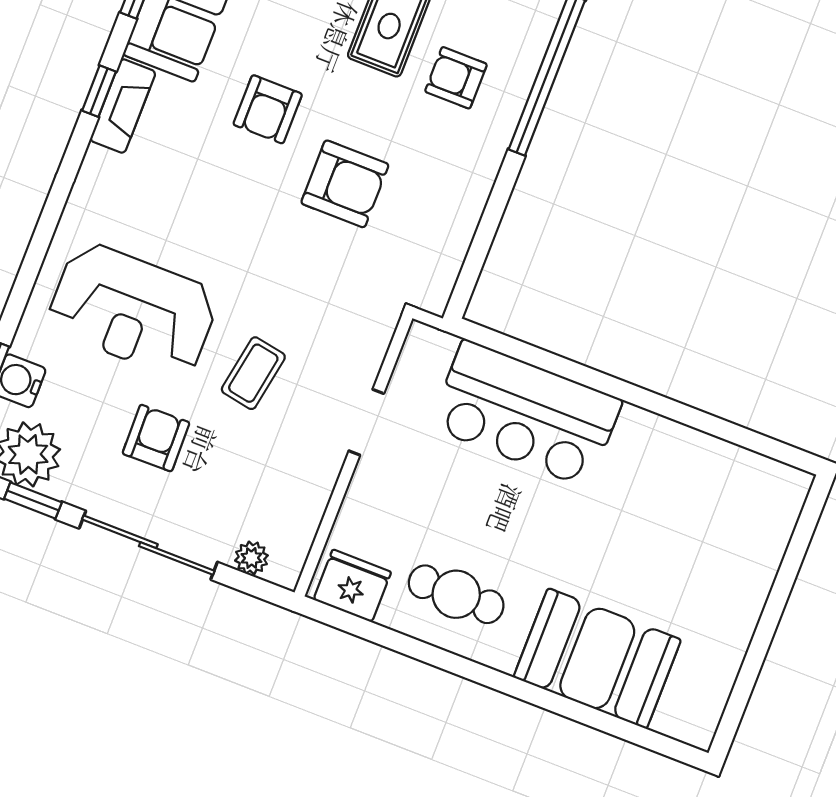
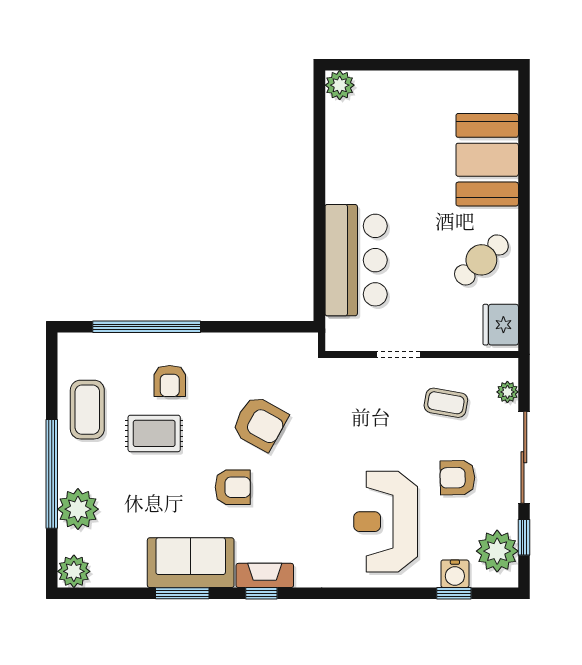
armchair: (345, 184) -> (260, 423), turned 119
reception desk: (133, 310) -> (386, 522), turned 180
coffee table: (253, 373) -> (446, 403), moved
plant: (787, 488) -> (340, 85), added
cafe table: (456, 594) -> (481, 260), turned 48

